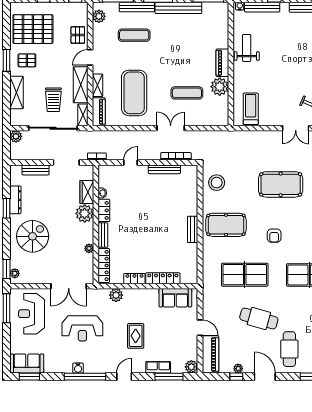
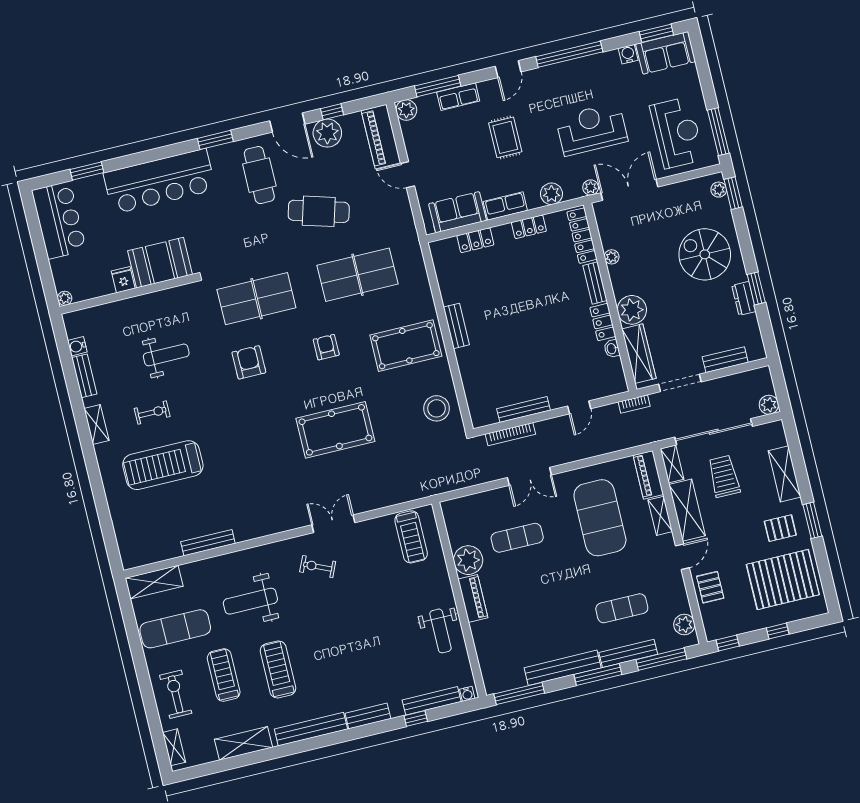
wardrobe: (87, 192) -> (639, 354), width x1.50
dresser: (15, 200) -> (744, 298), width x0.70
spiral stairs: (33, 236) -> (705, 254), turned 90
locker: (163, 278) -> (475, 240), width x0.66
plant: (92, 293) -> (591, 187), added
row of seats: (146, 295) -> (505, 206), added
water cooler: (78, 368) -> (628, 54), moved
plant: (238, 369) -> (327, 133), width x1.87, depth x1.87

